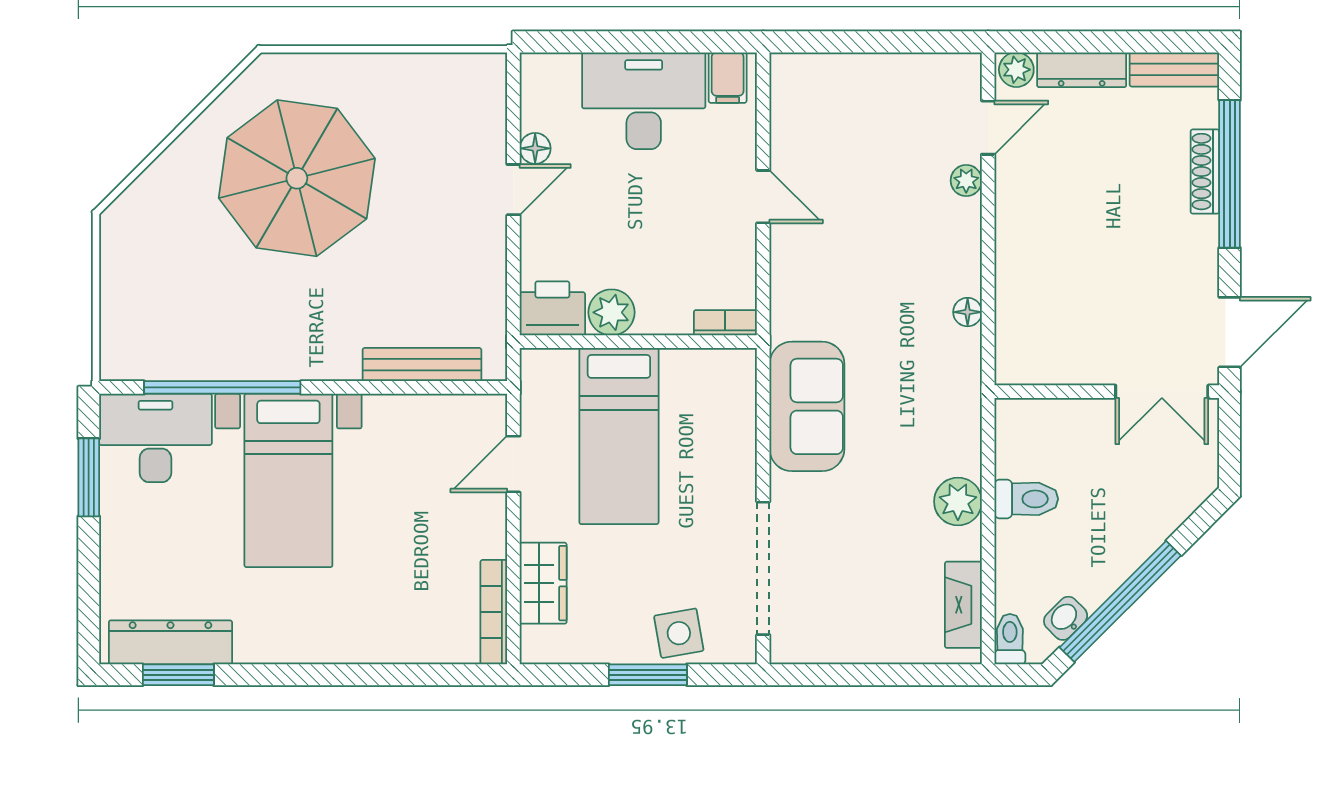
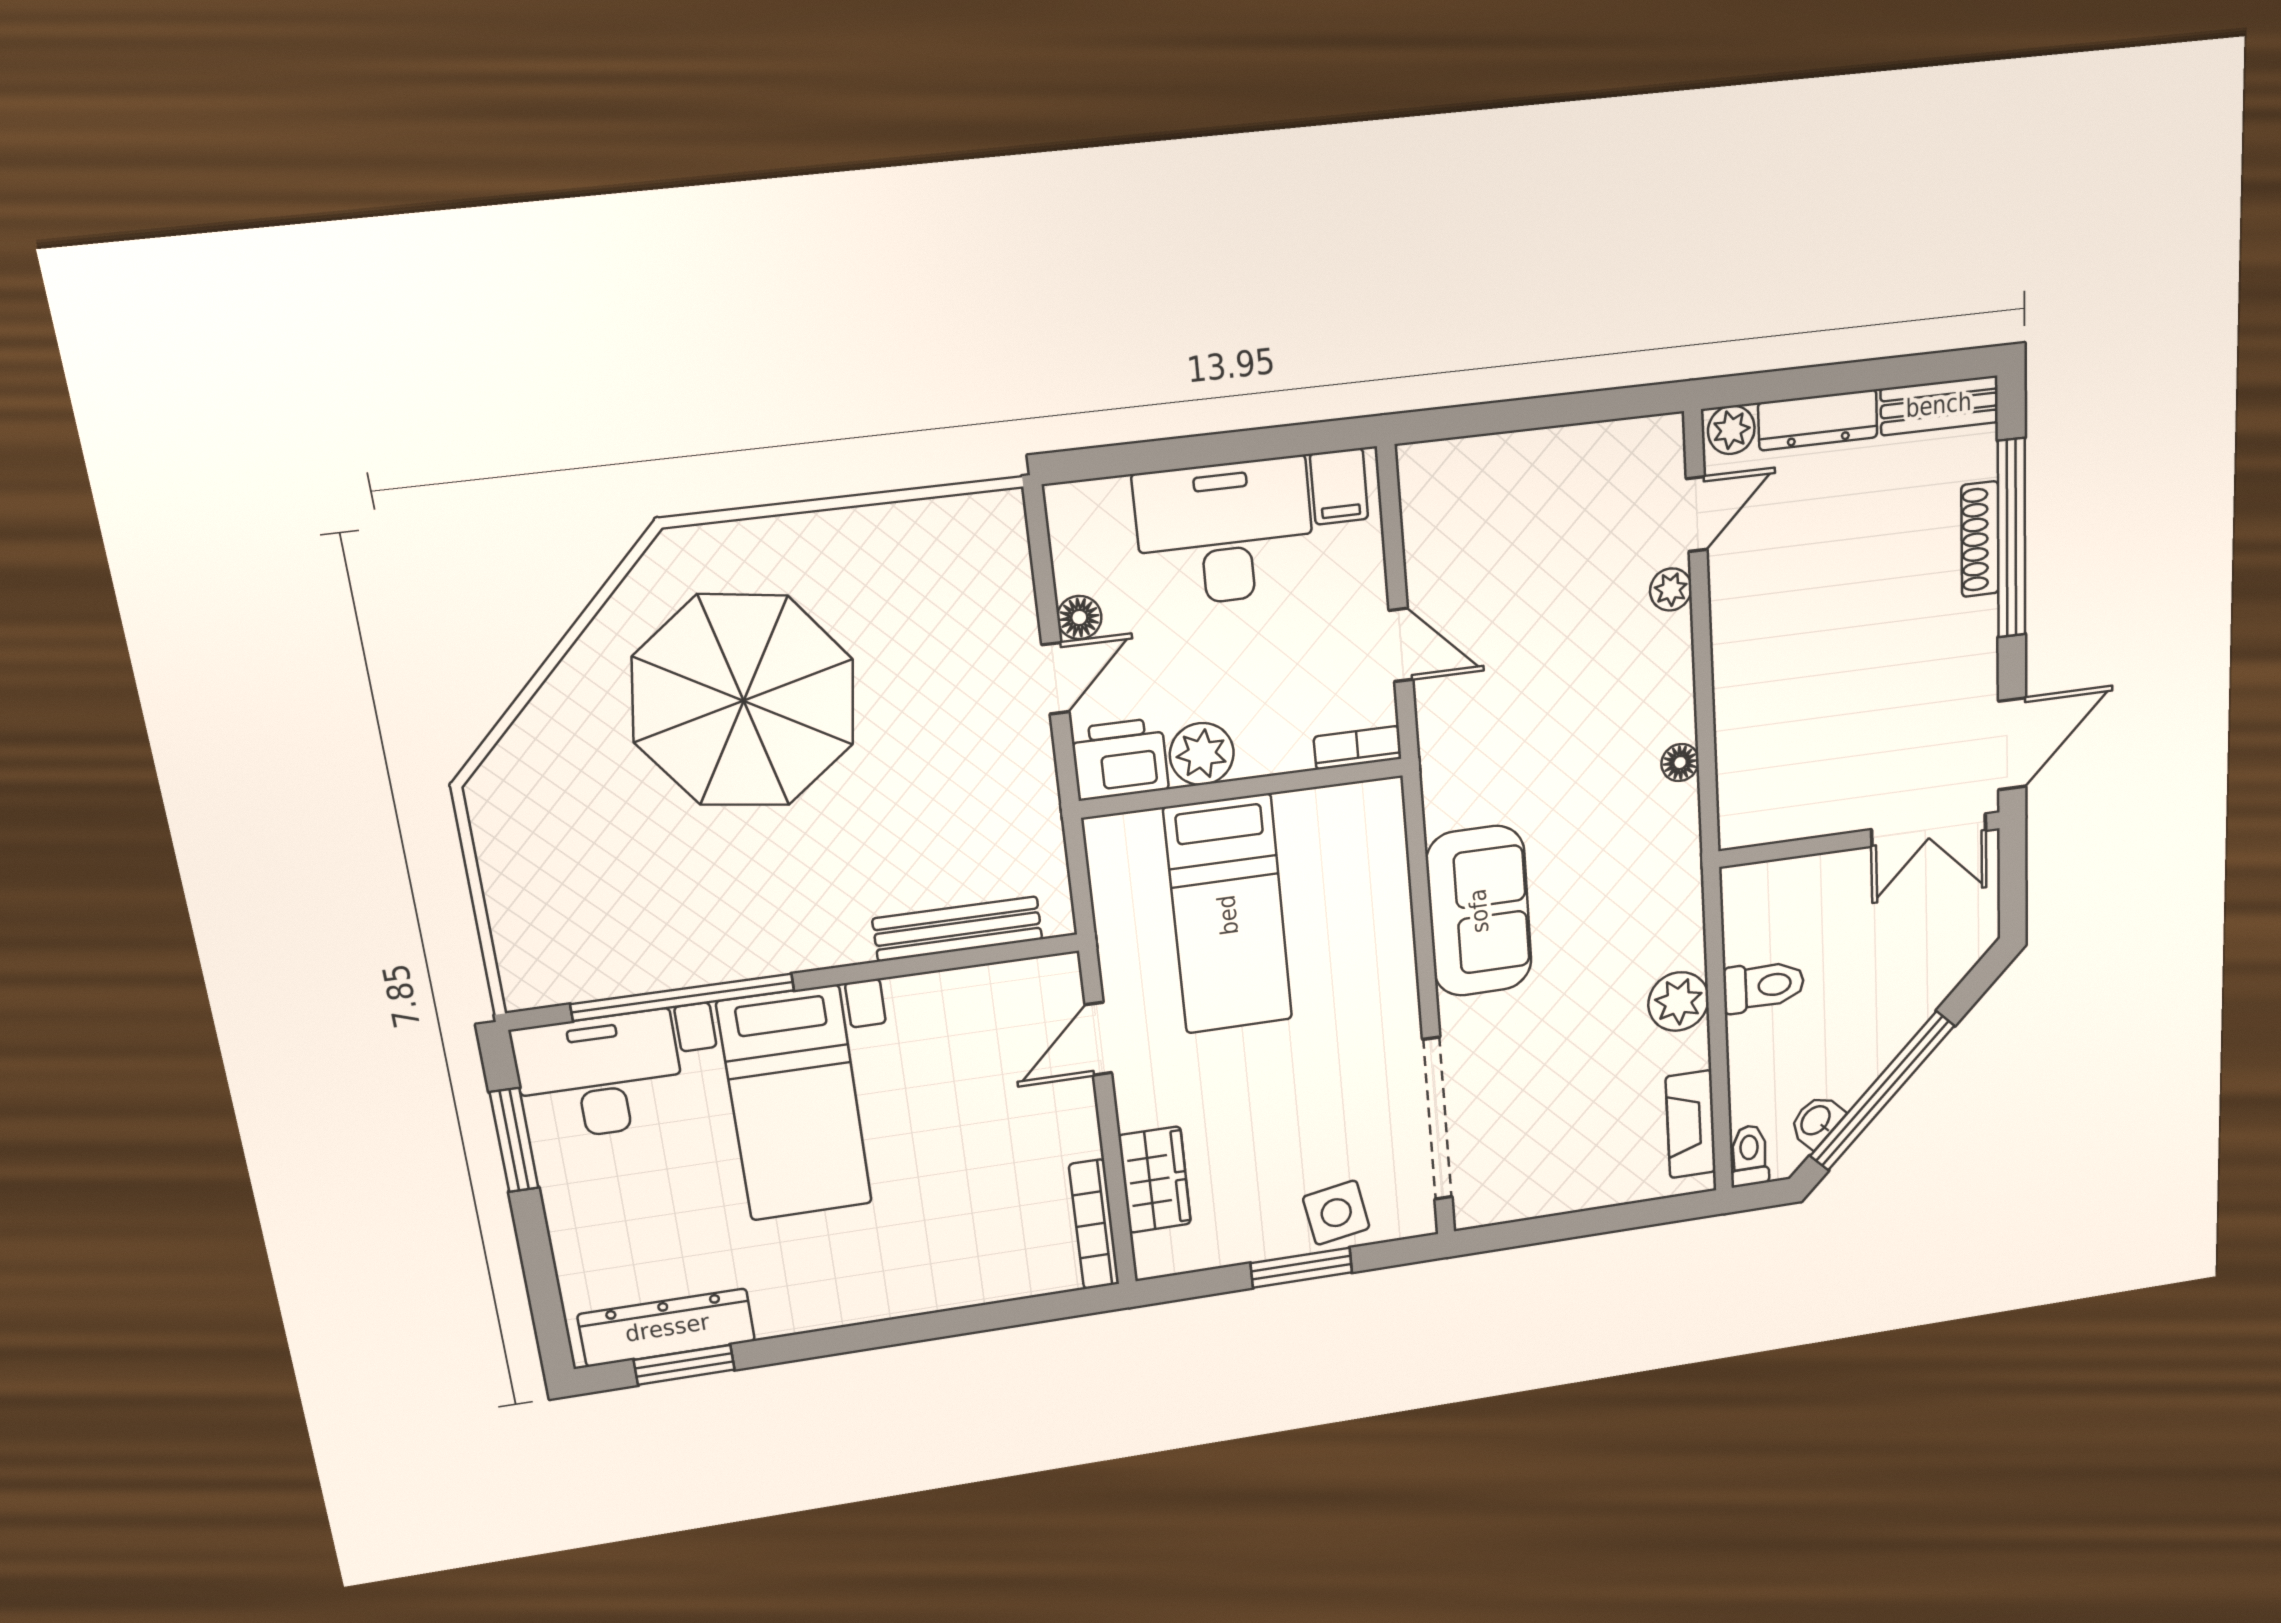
printer: (552, 308) -> (1120, 759), moved
plant: (611, 312) -> (1202, 754), moved
bookcase: (725, 323) -> (1358, 748), moved
wall: (638, 342) -> (1242, 788), moved
bed: (619, 436) -> (1228, 915), moved

